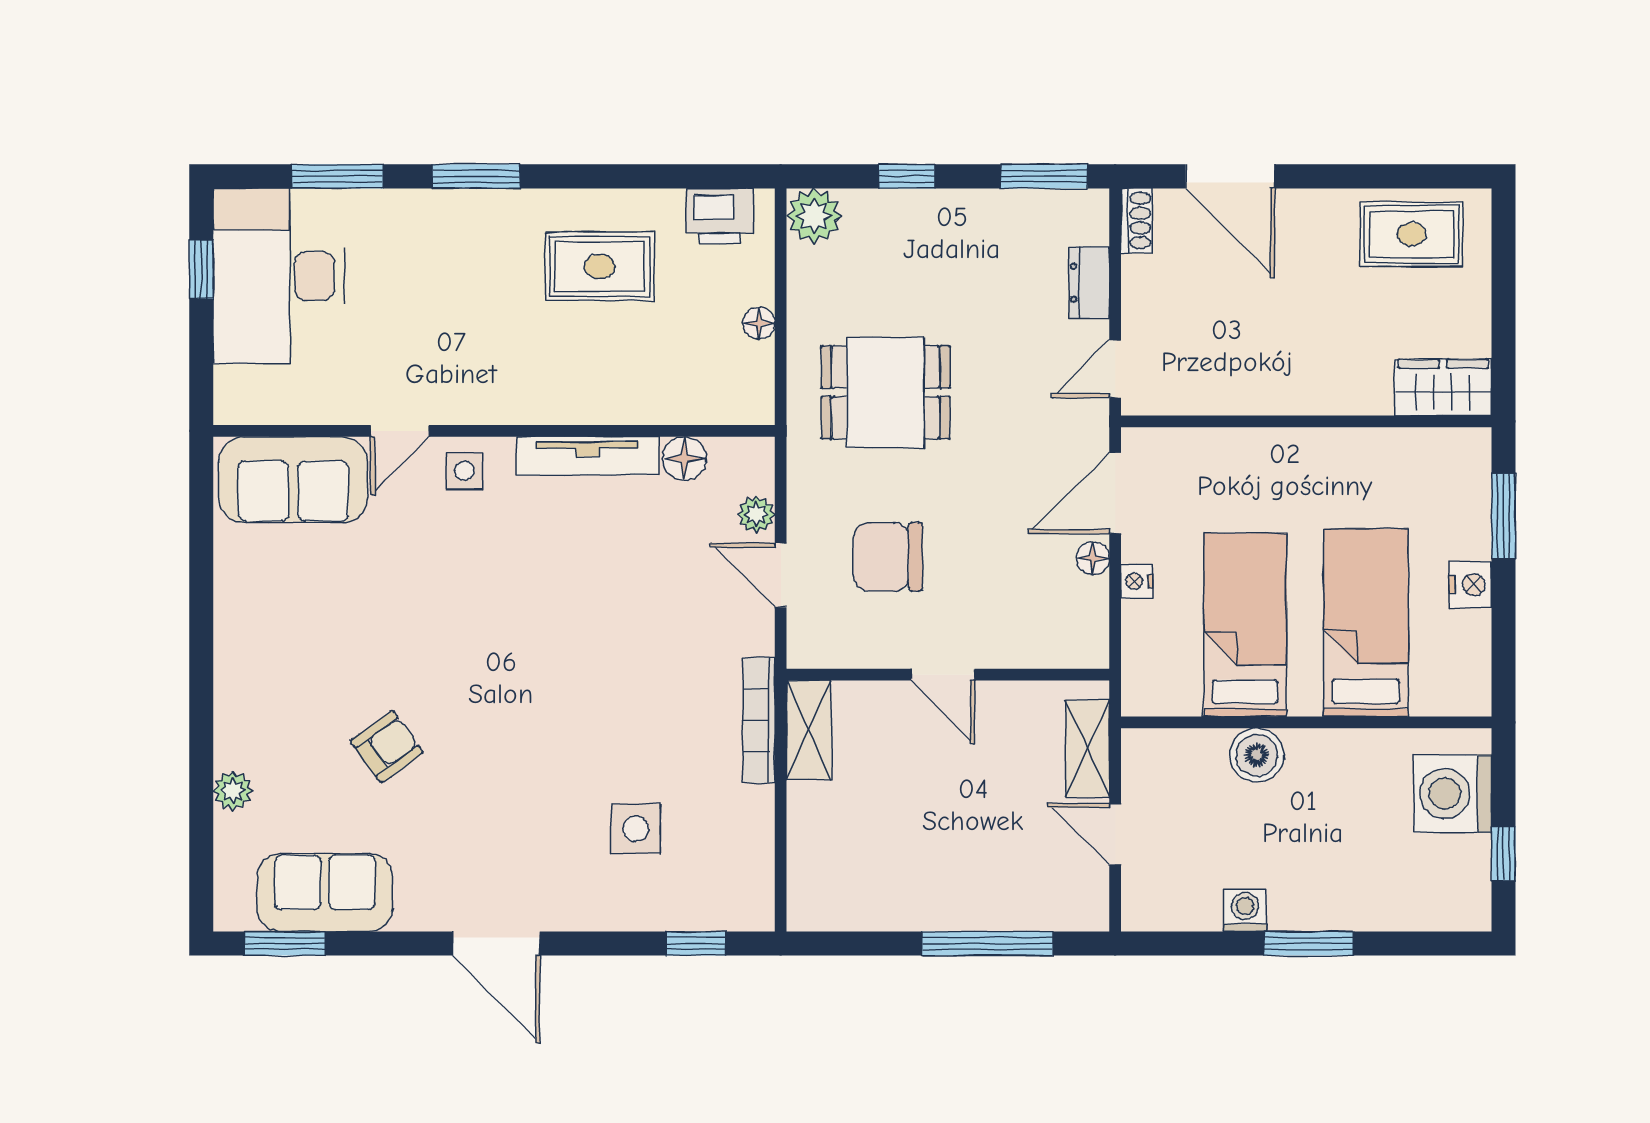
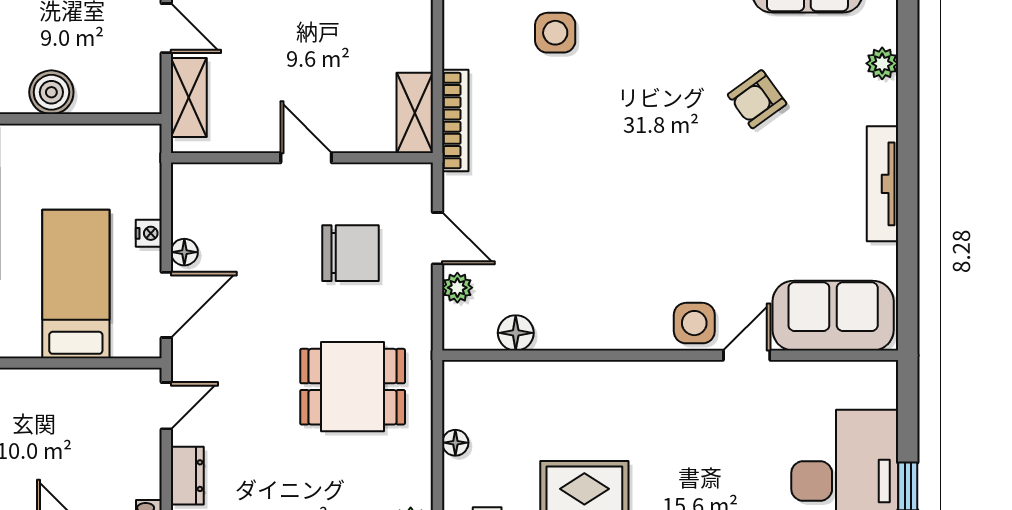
tv unit: (588, 456) -> (882, 184), moved, turned -90
side table: (464, 471) -> (694, 323), width x1.37, depth x1.37
bed: (1245, 625) -> (76, 284), moved, turned 180

